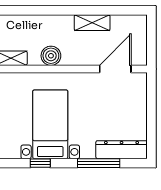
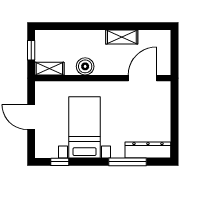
window: (40, 163) -> (60, 162), moved

